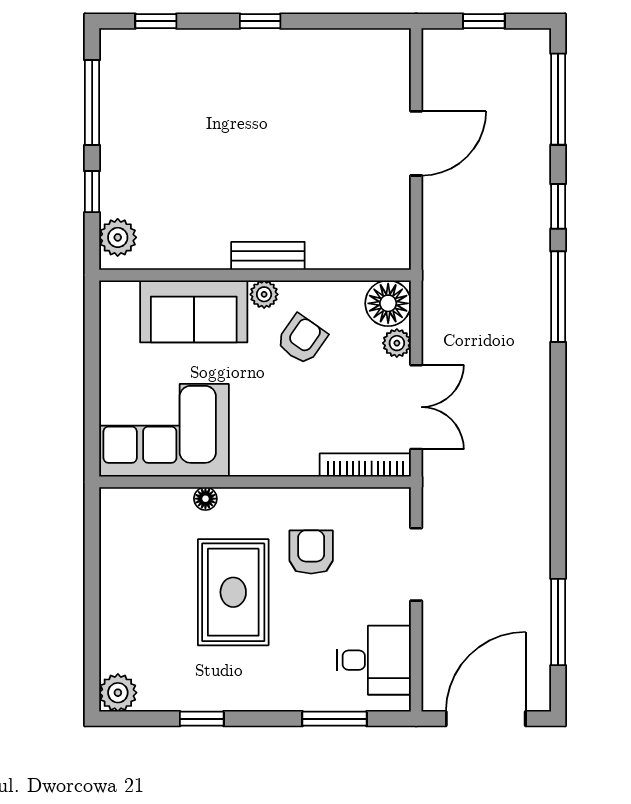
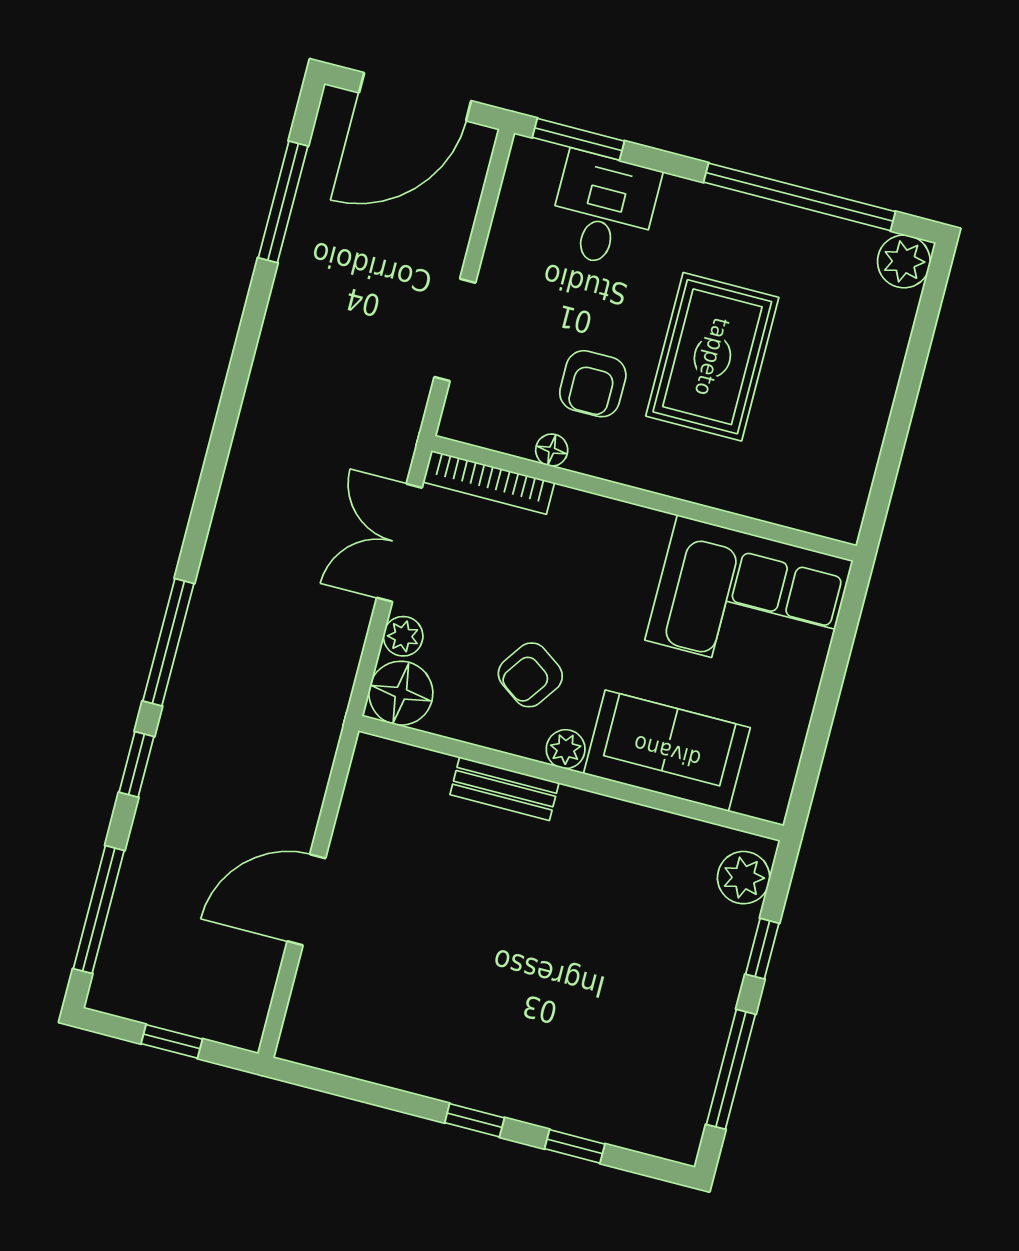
window: (156, 21) -> (575, 1146), moved
bench: (268, 256) -> (505, 789), moved
floor lamp: (205, 499) -> (552, 450), moved
desk: (374, 660) -> (604, 210), moved, turned 90
window: (202, 719) -> (800, 197), width x3.17
window: (334, 719) -> (578, 139), moved

